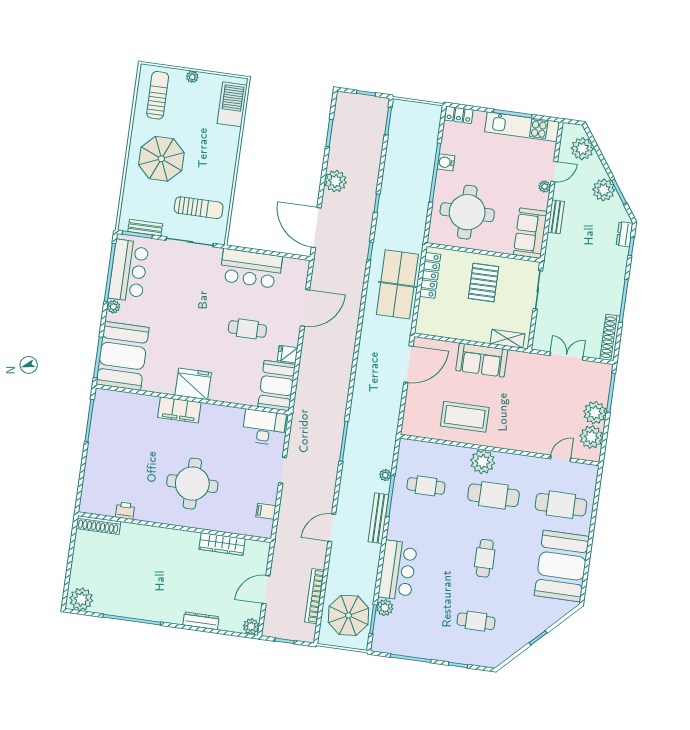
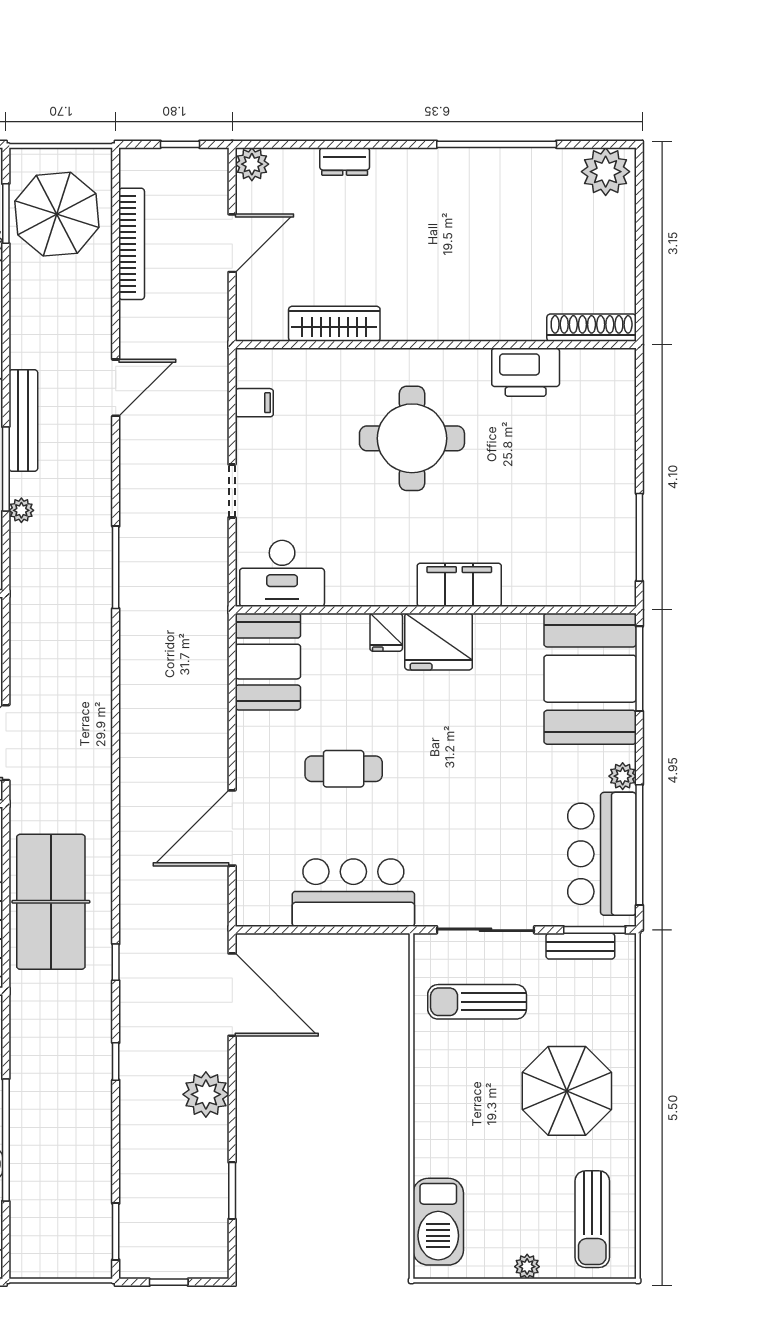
fridge: (288, 354) -> (386, 632), moved, turned 90
printer: (125, 511) -> (526, 372), width x1.87, depth x1.48
dresser: (201, 621) -> (345, 161), width x0.70

